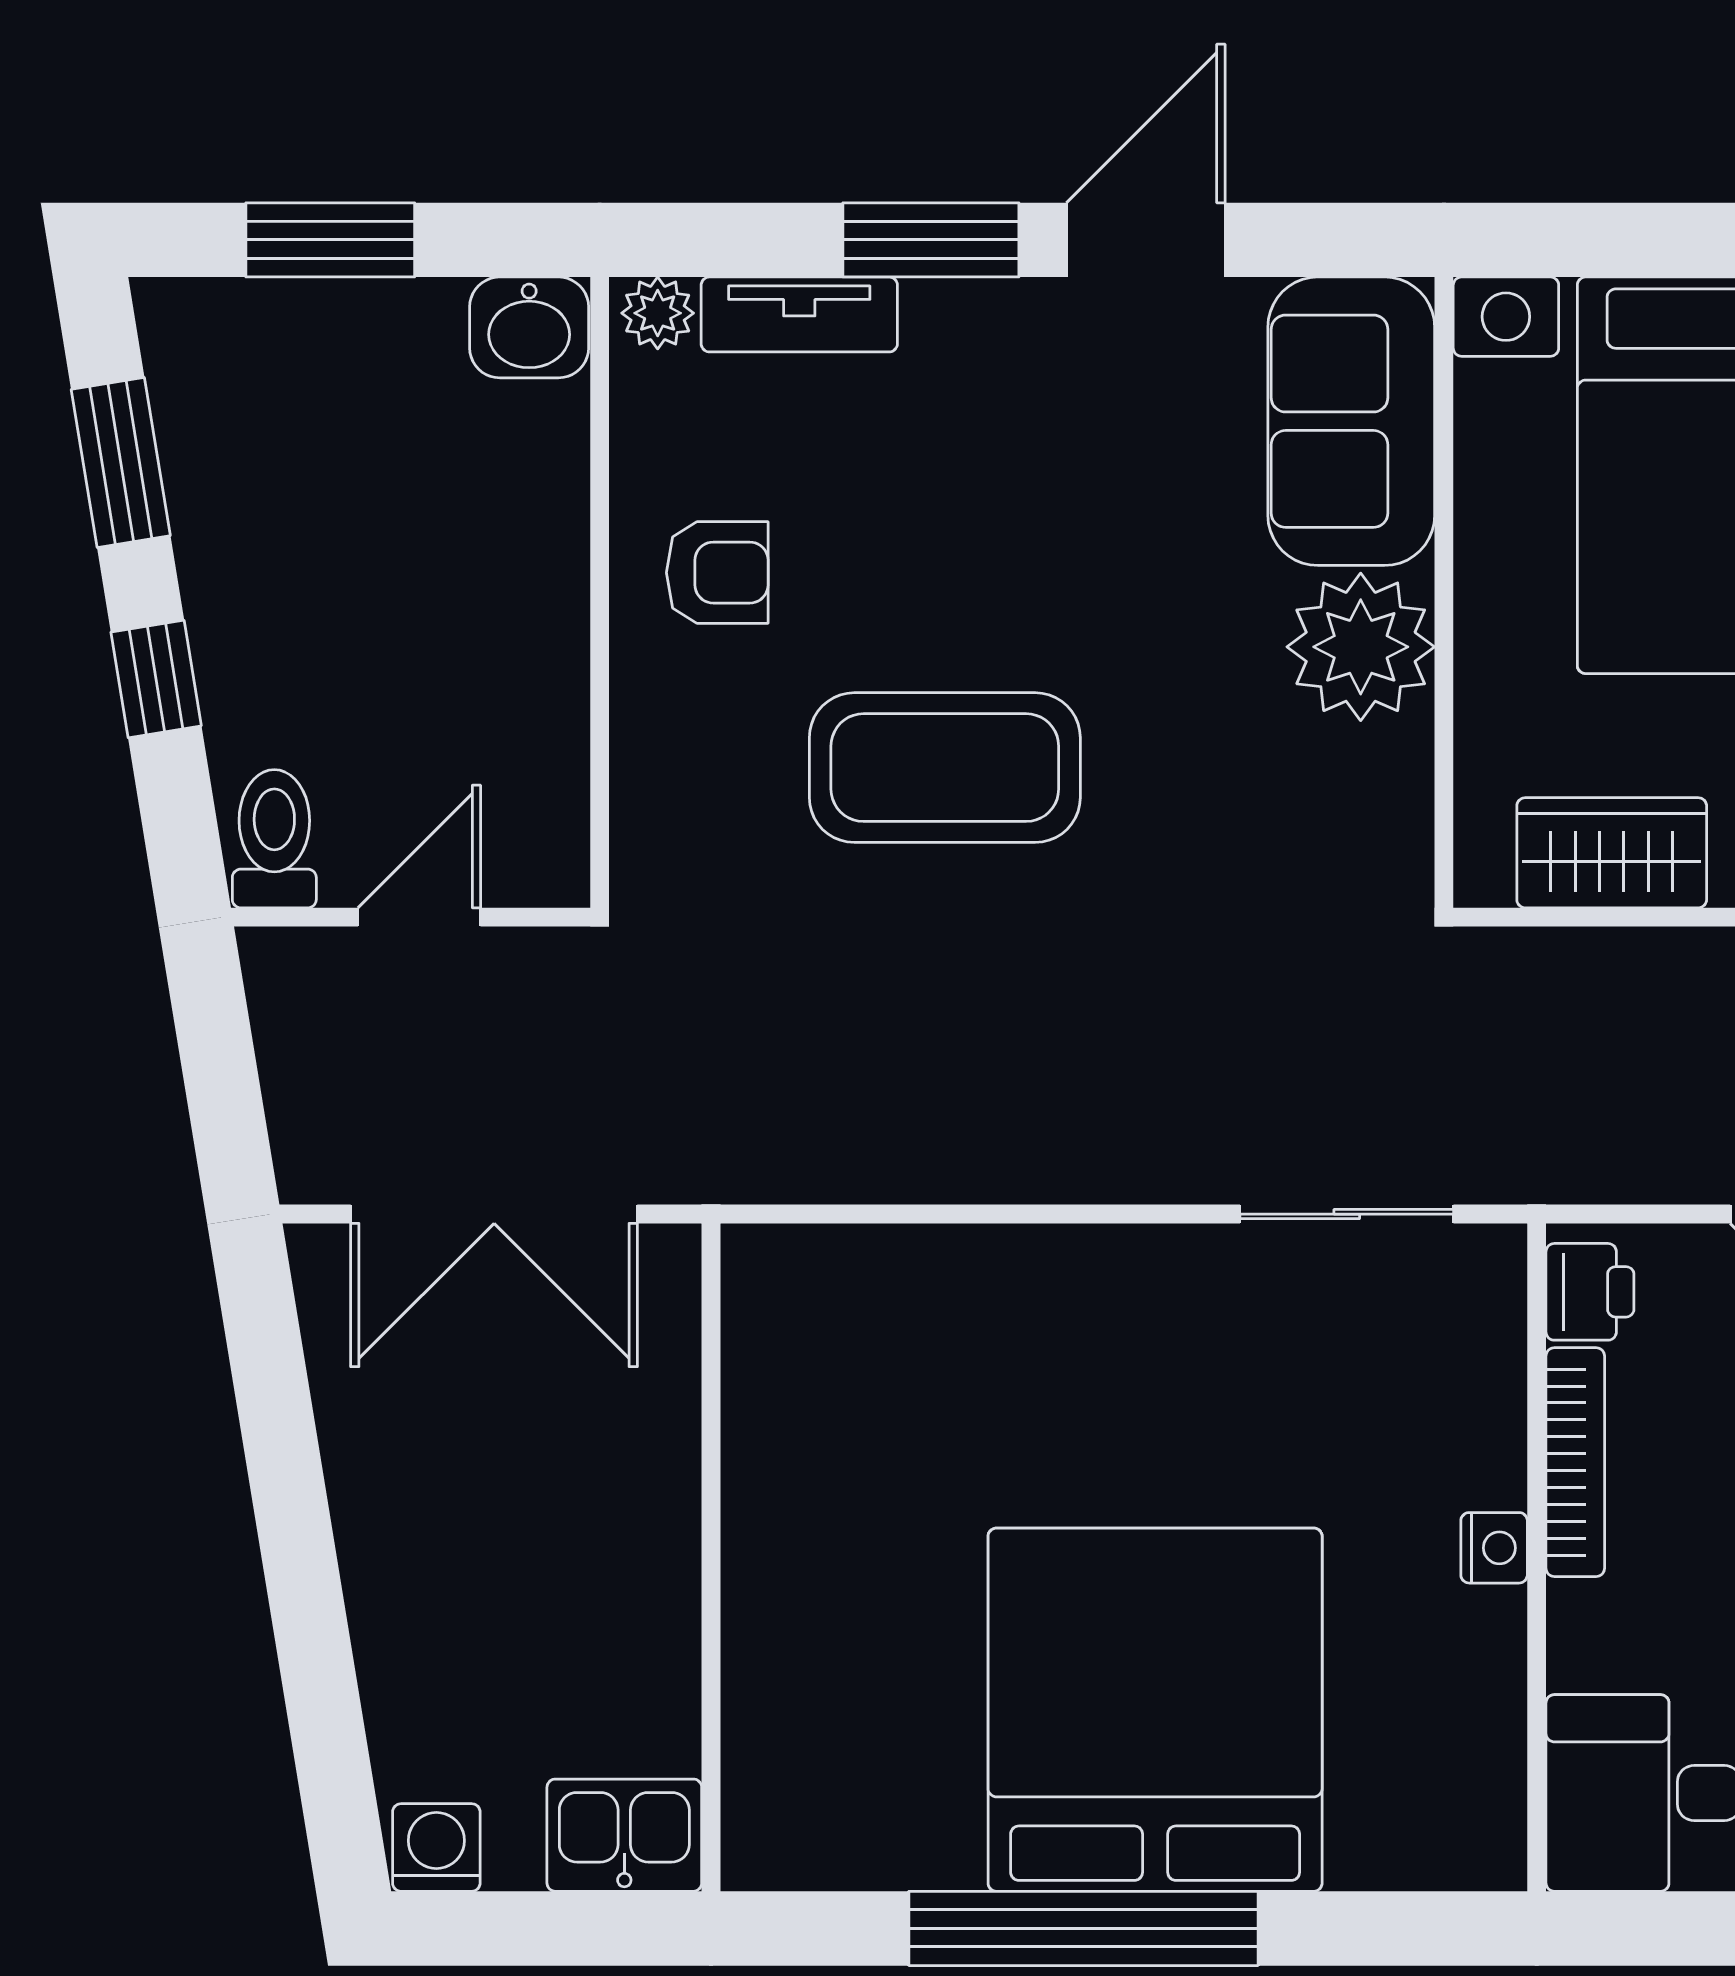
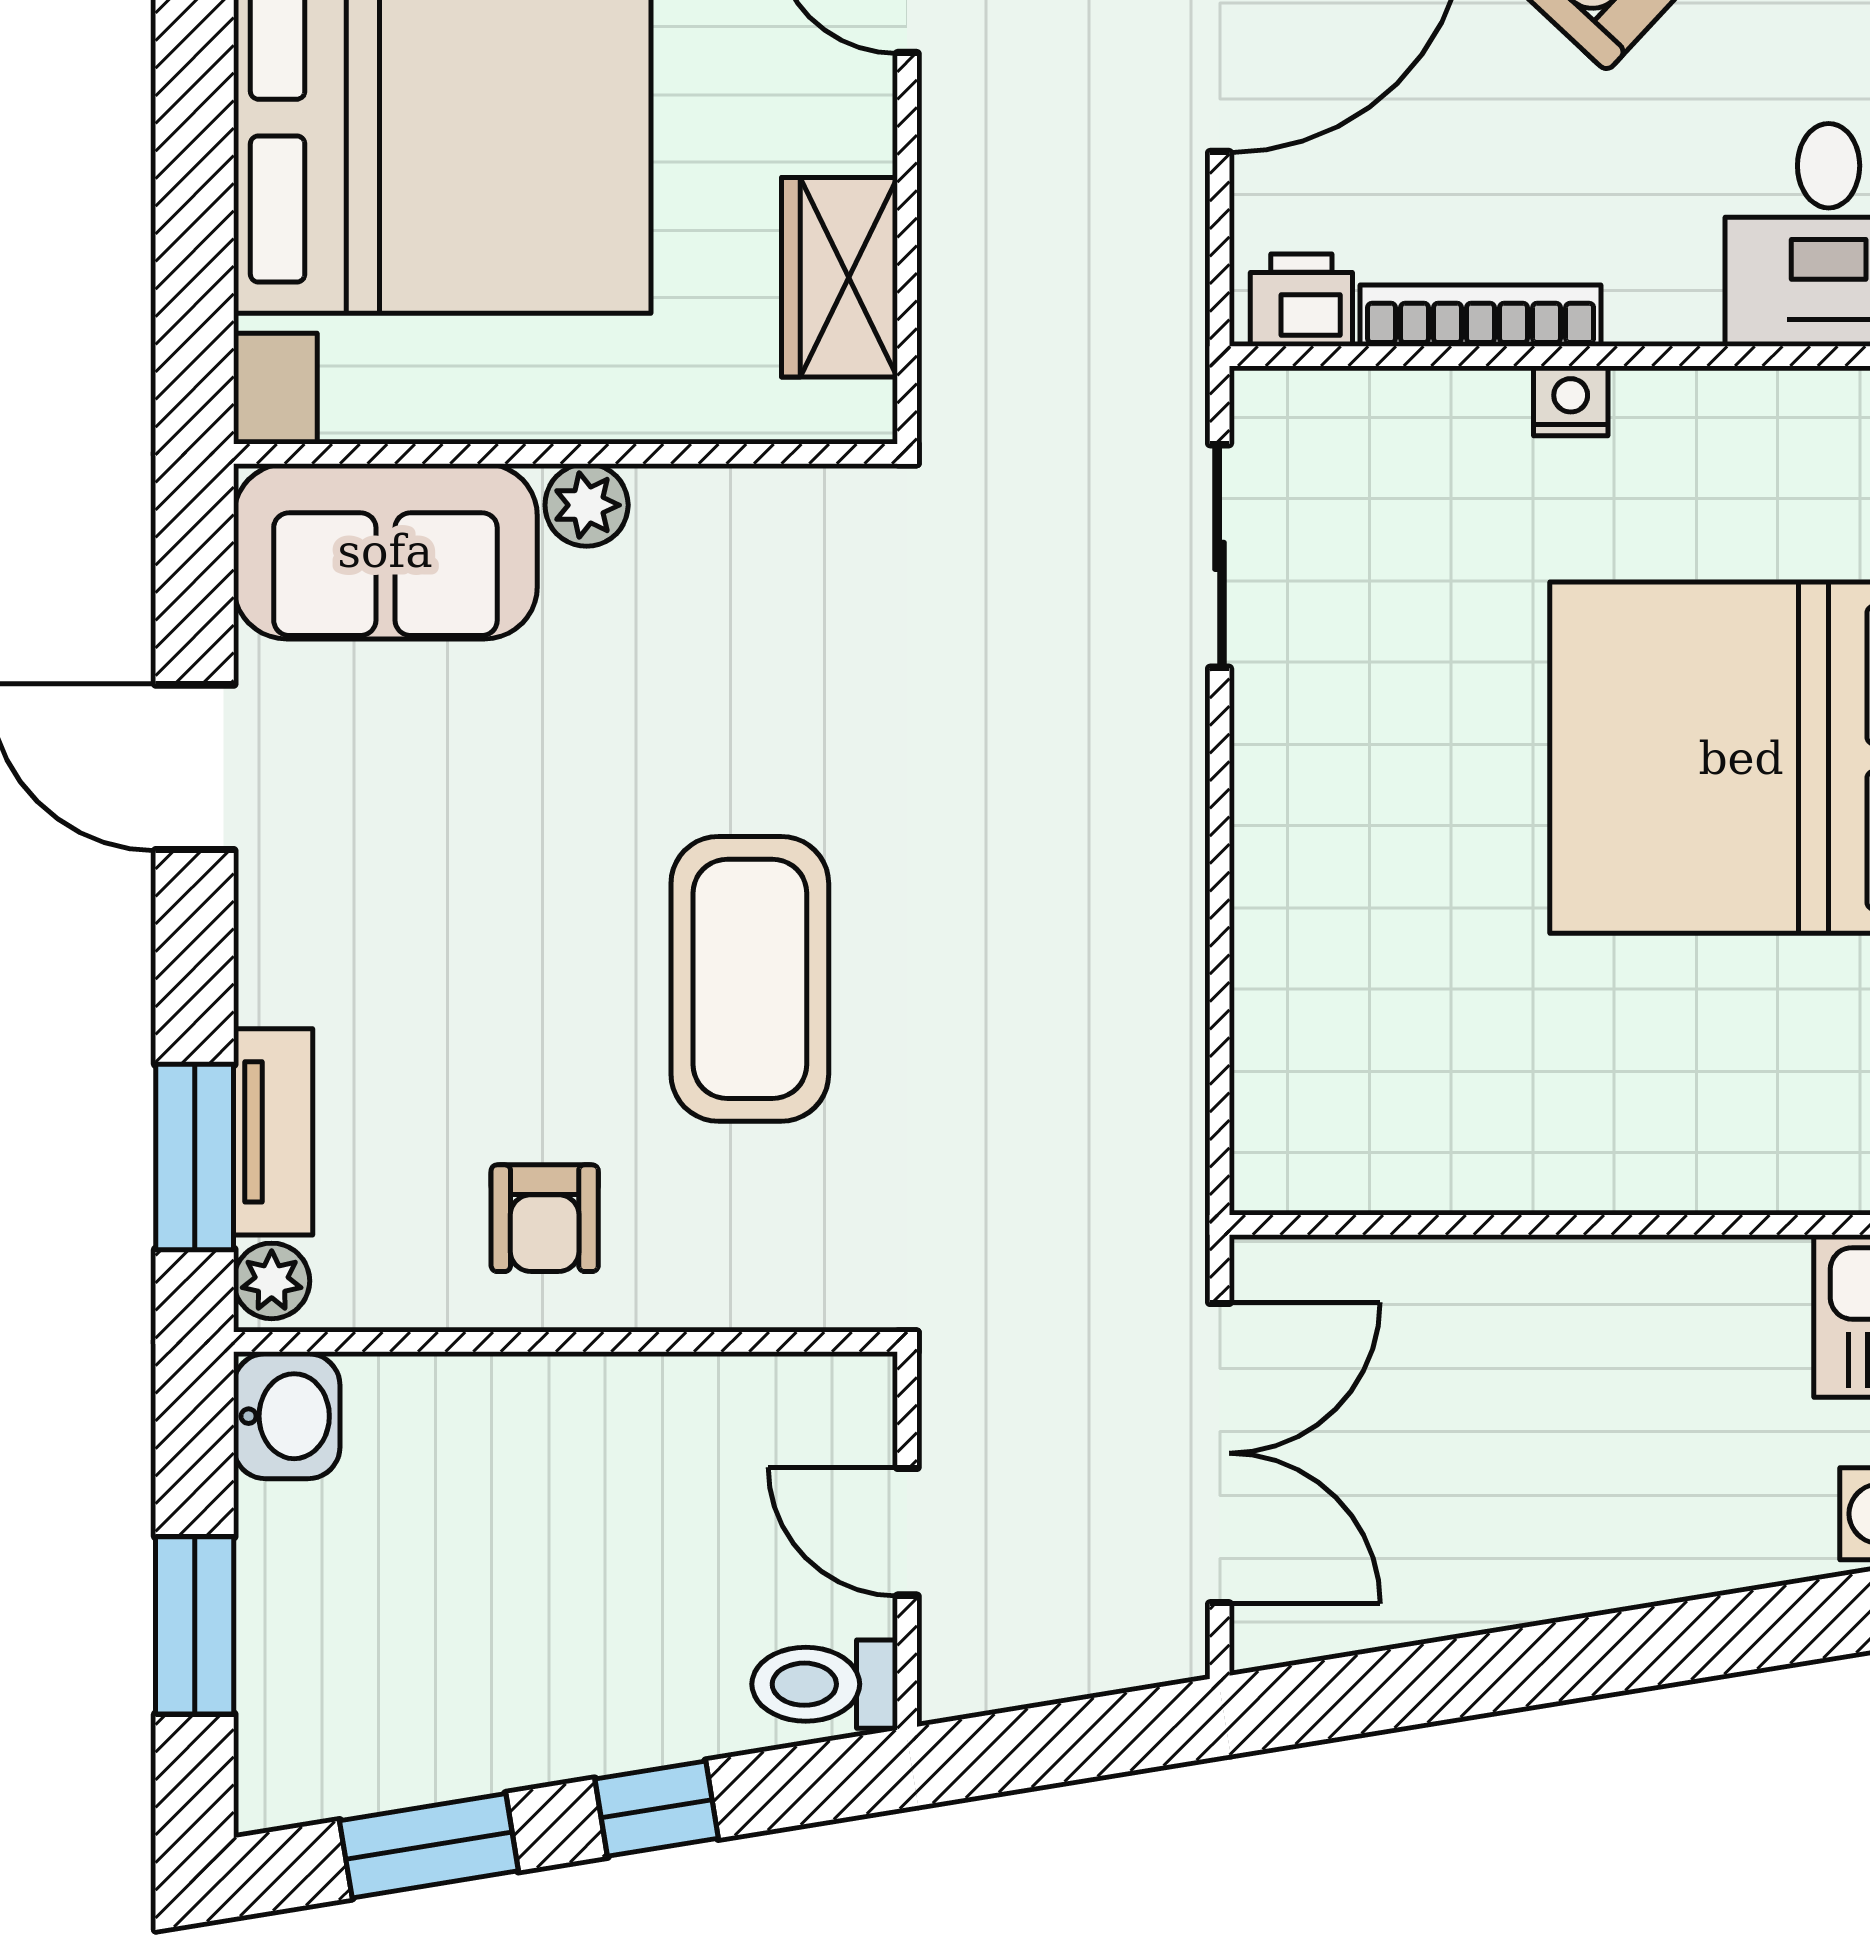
window: (931, 240) -> (195, 1157), moved
armchair: (717, 573) -> (545, 1218), turned 180
plant: (1361, 647) -> (587, 505), width x0.53, depth x0.53

